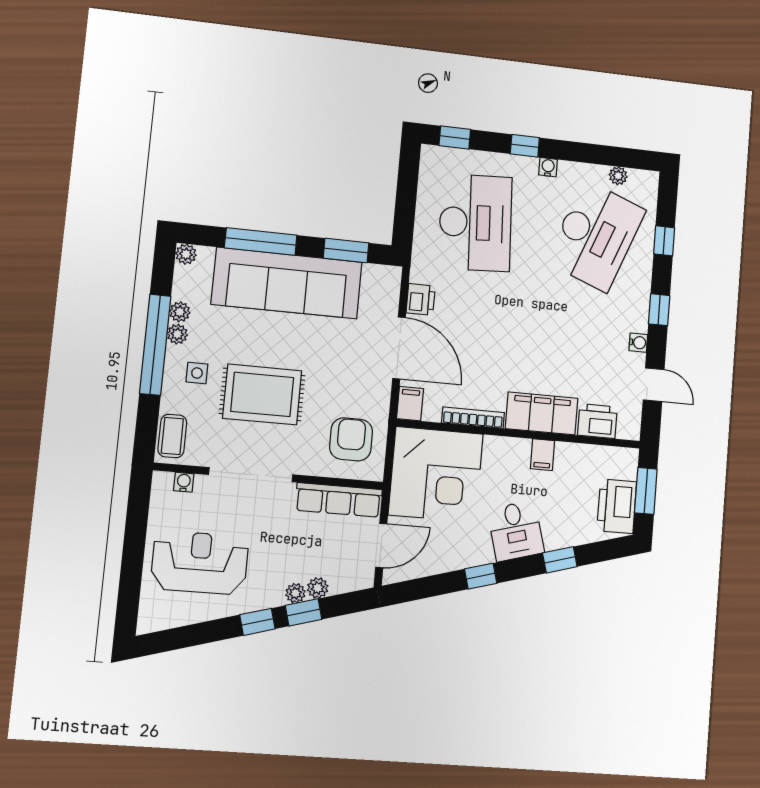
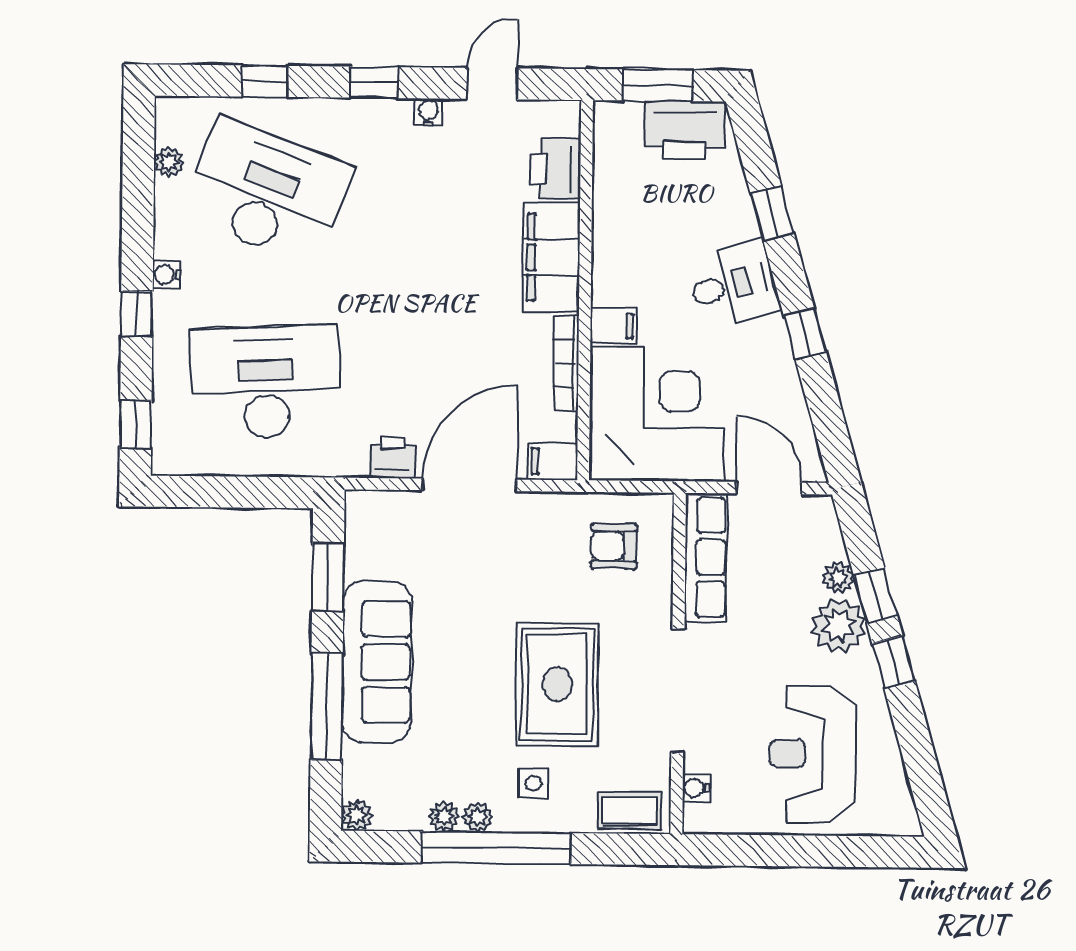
sofa: (287, 283) -> (377, 662), width x0.74, depth x0.79
armchair: (351, 439) -> (614, 546), width x0.72, depth x0.72
filing cabinet: (543, 455) -> (614, 326), moved
plant: (295, 593) -> (839, 626), width x1.87, depth x1.87

